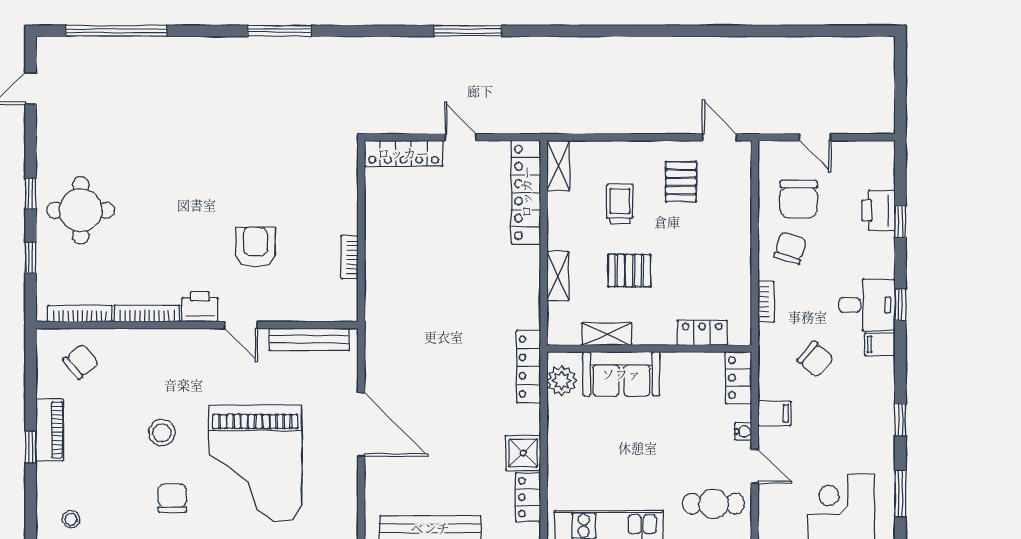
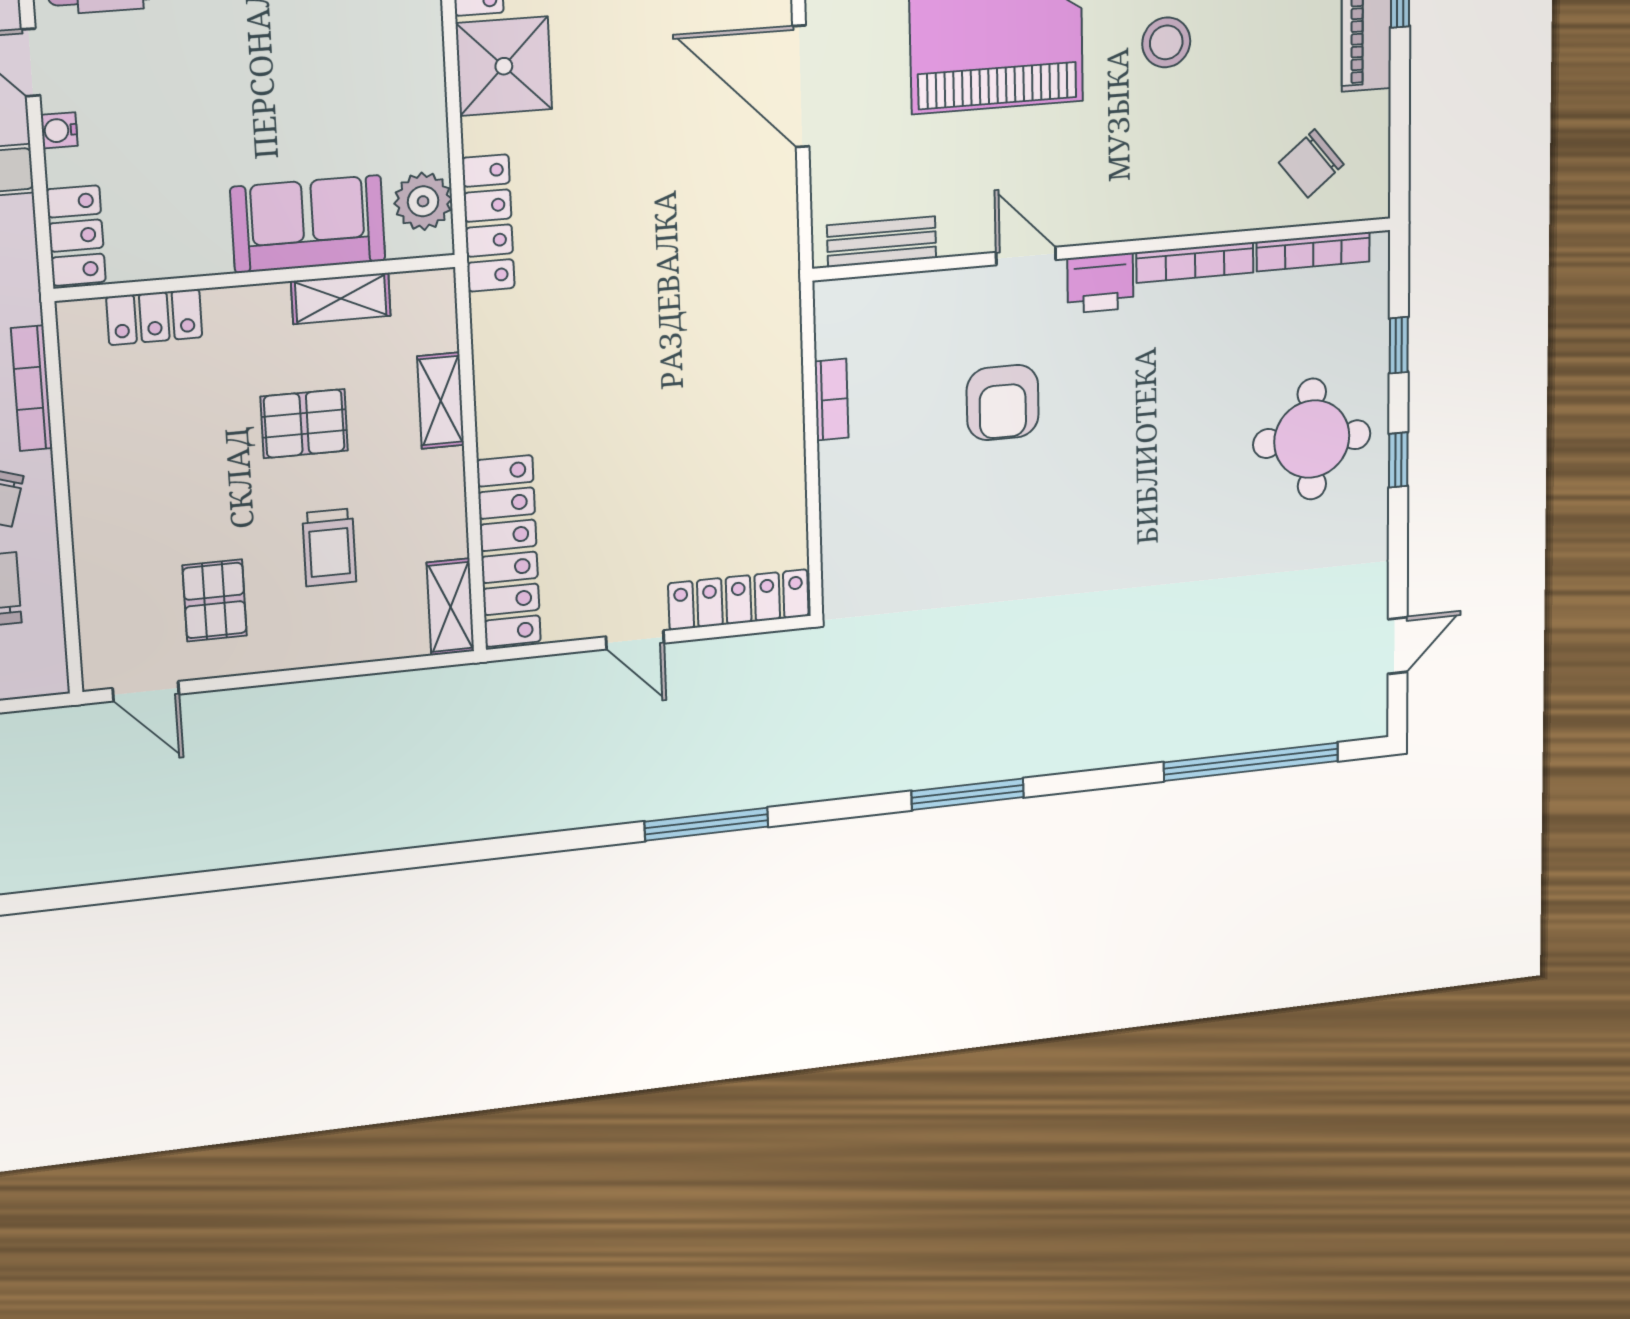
window: (468, 31) -> (707, 824), moved
bookcase: (766, 302) -> (32, 388), width x1.56
bench: (309, 339) -> (882, 242), width x0.73
shower: (523, 453) -> (504, 66), width x1.36, depth x1.36

